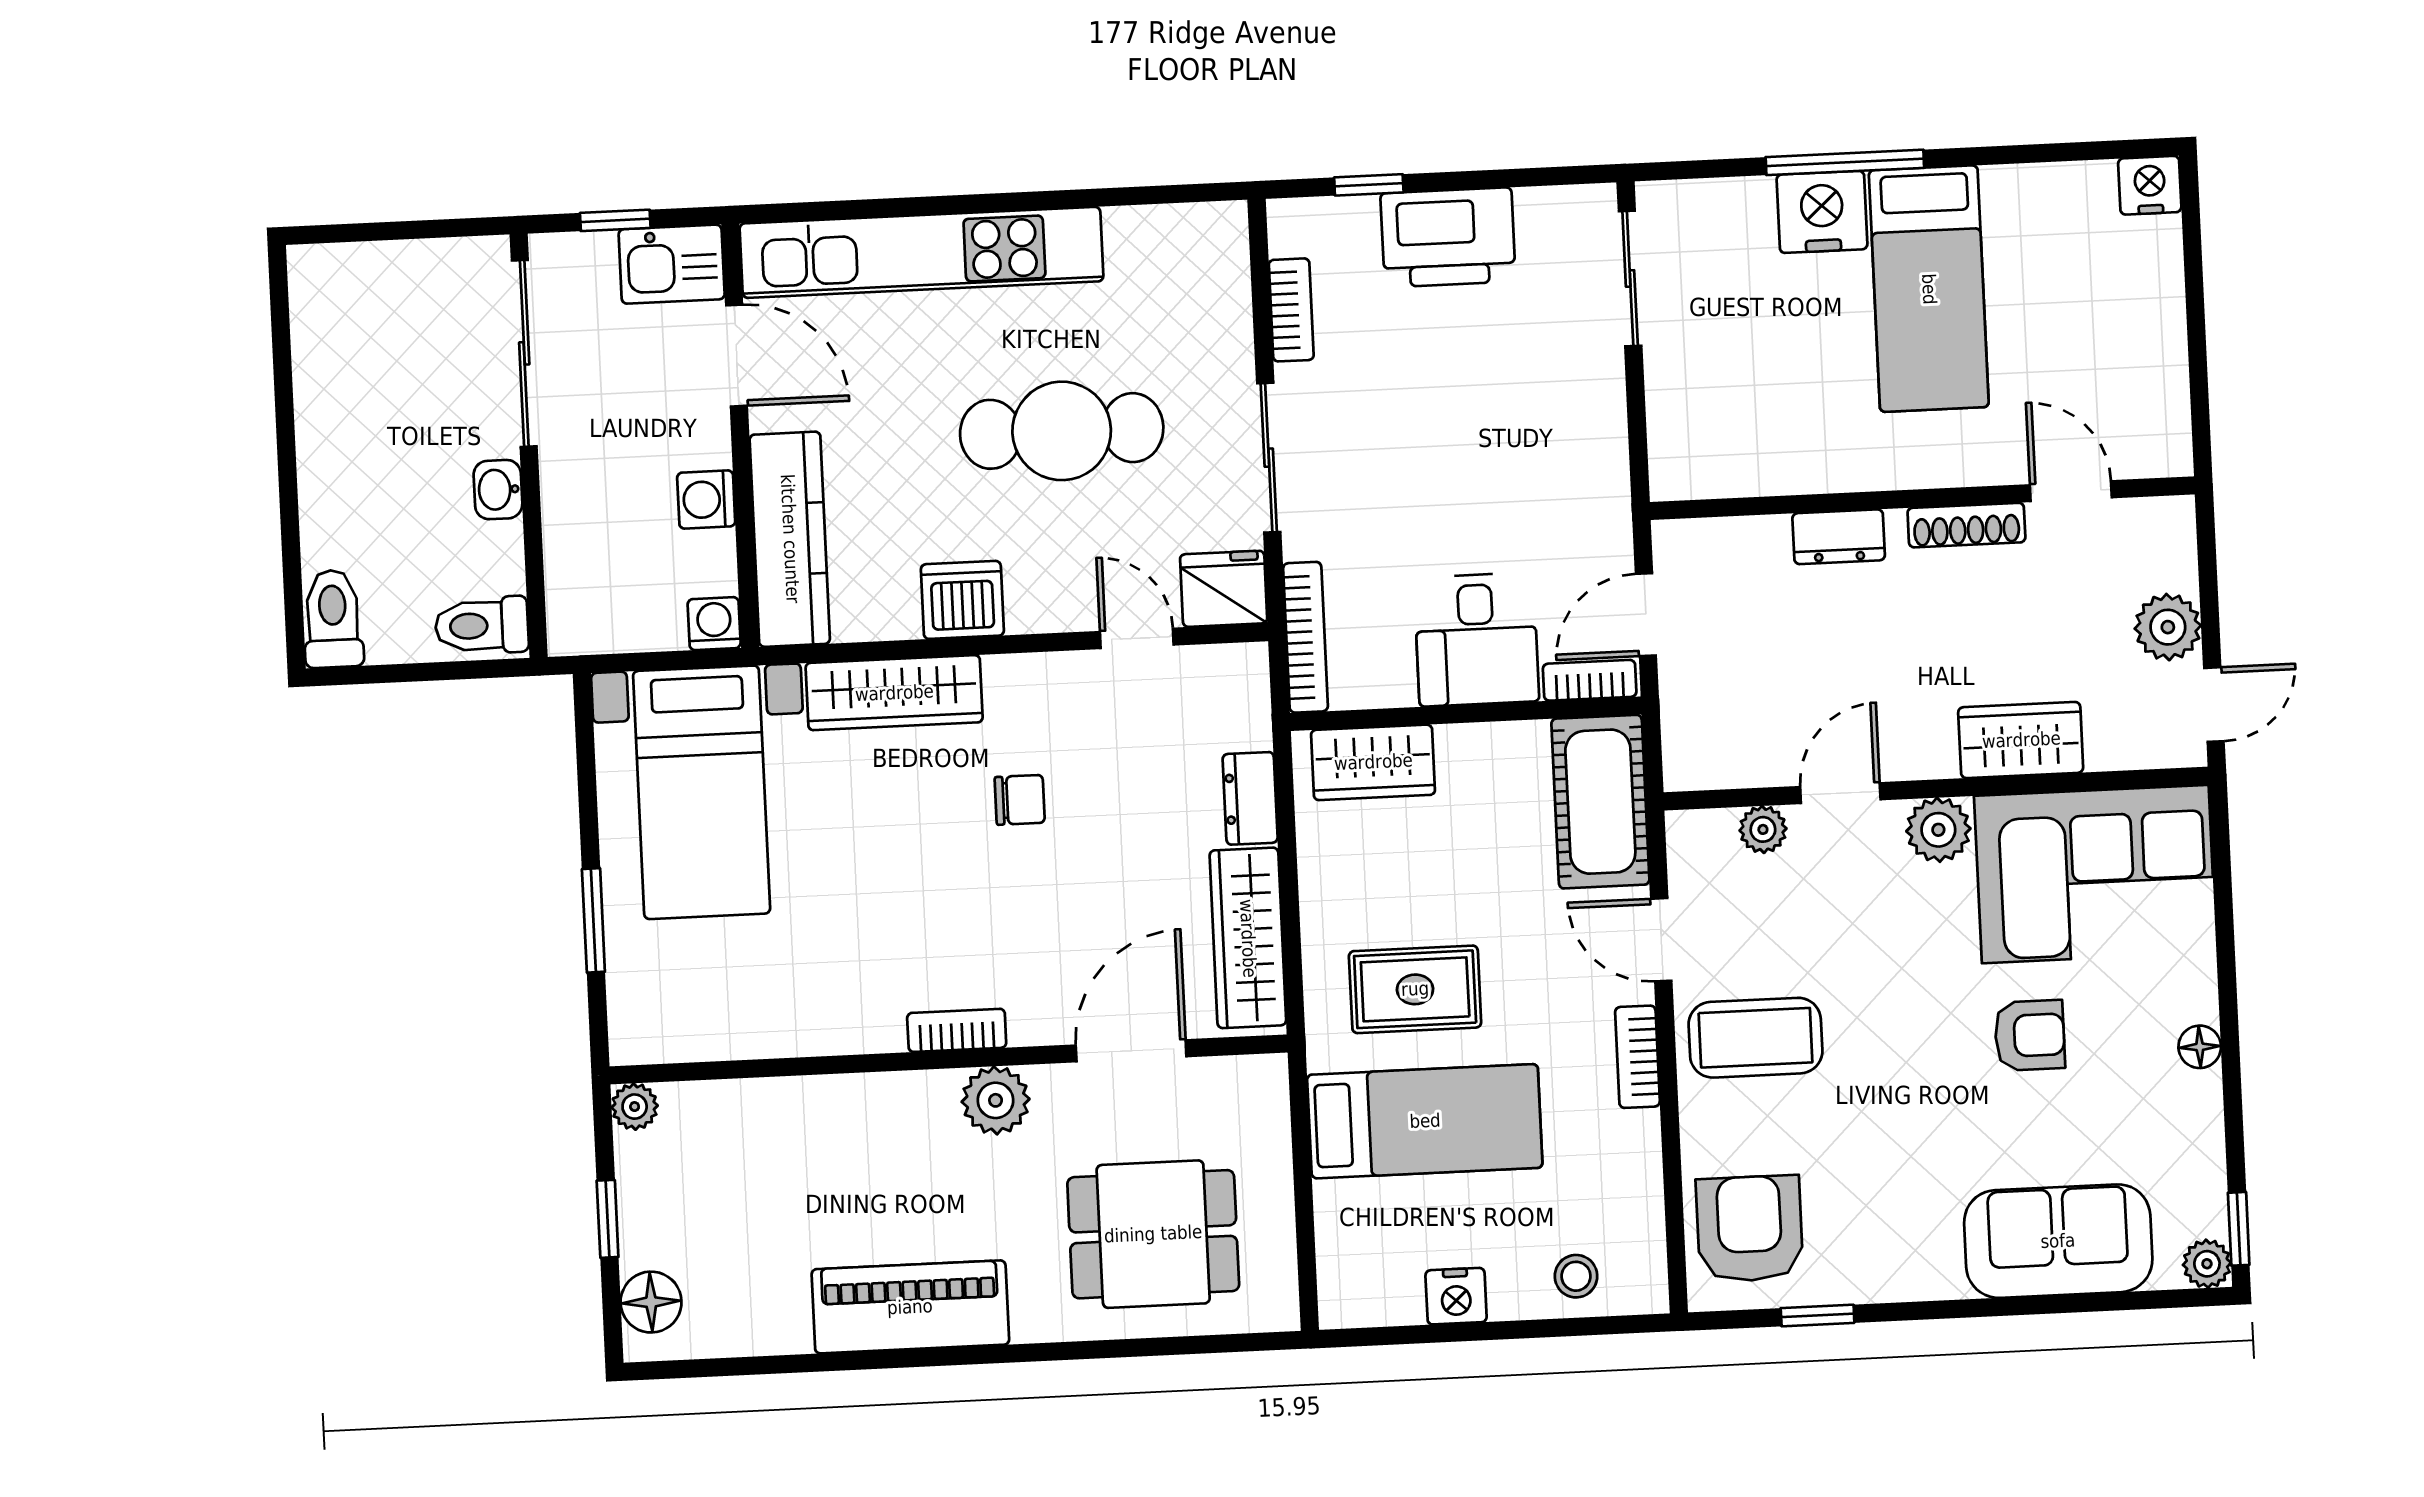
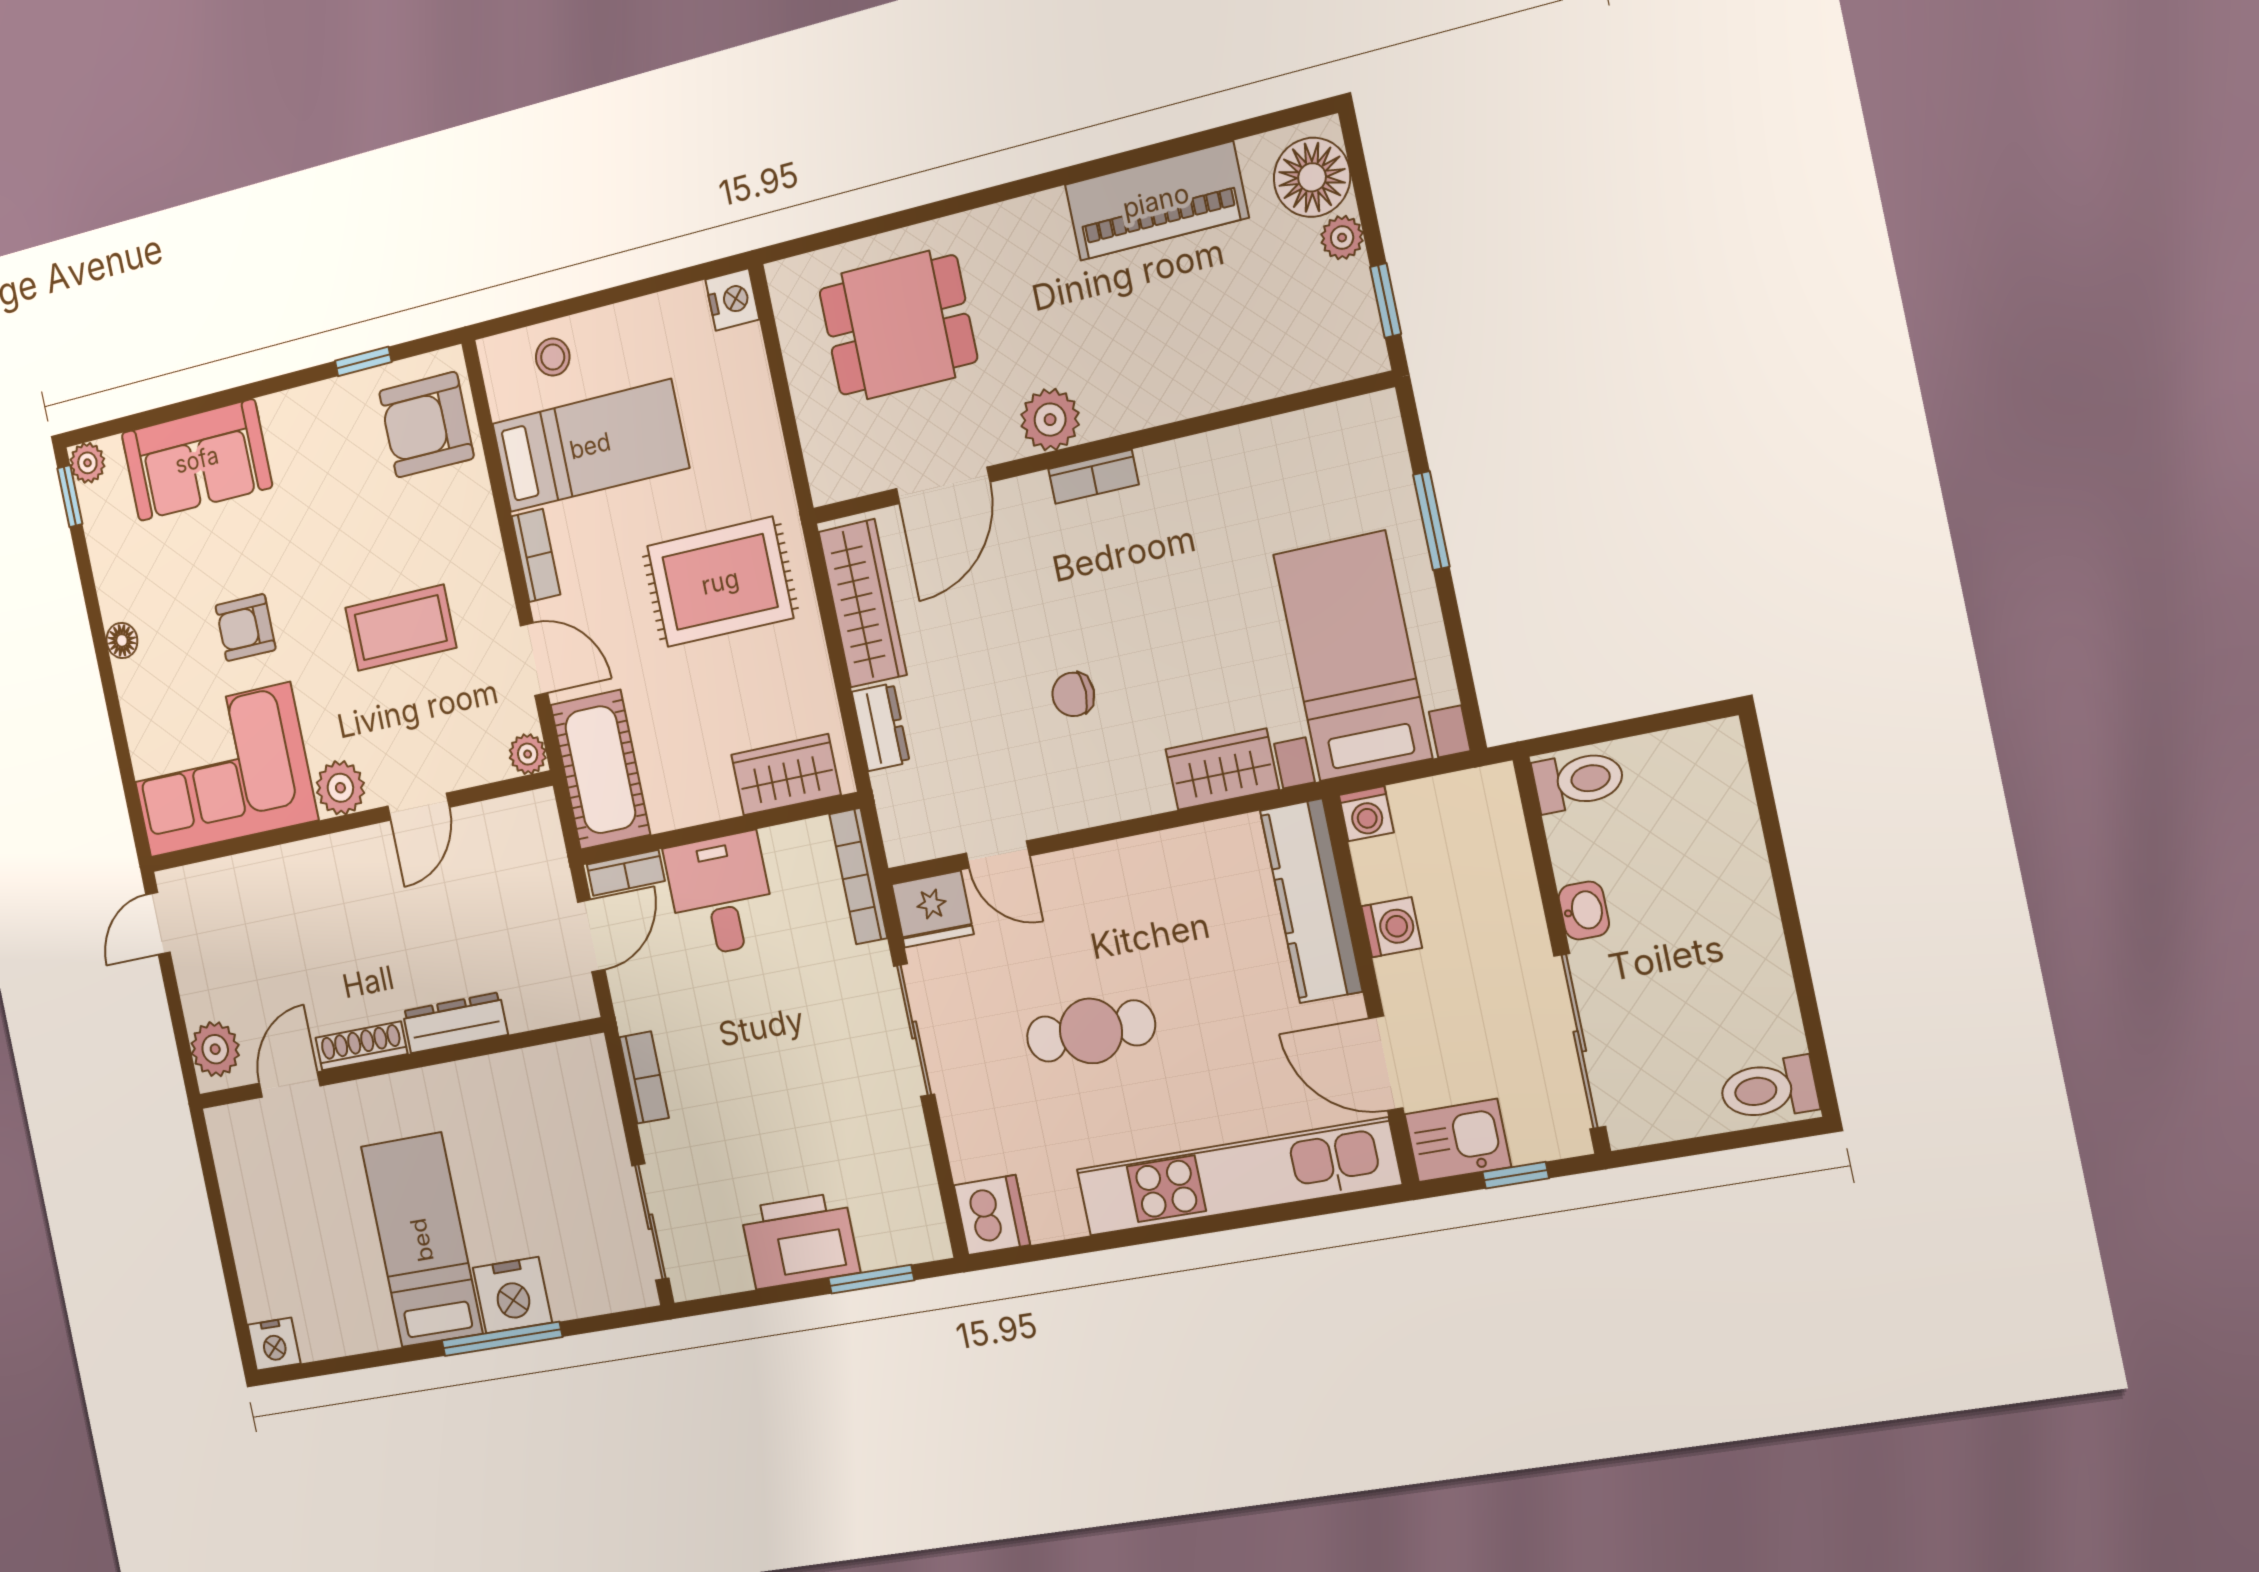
window: (1369, 185) -> (871, 1279), width x1.50
bookcase: (1291, 310) -> (644, 1077), moved, turned 180
cafe table: (1062, 431) -> (1091, 1031), width x0.73, depth x0.74
door: (2071, 491) -> (290, 1085), swing flipped
dresser: (1839, 537) -> (455, 1023), width x1.44
dishwasher: (962, 600) -> (992, 1215), moved, turned -90
toilet: (333, 619) -> (1769, 1089), moved, turned 90
plant: (2168, 627) -> (215, 1049), moved
wardrobe: (894, 693) -> (1222, 769), width x0.67
wardrobe: (2021, 740) -> (292, 873), removed
plant: (1763, 829) -> (528, 754), moved
rug: (1415, 989) -> (720, 582), width x1.36, depth x1.43
coffee table: (1755, 1038) -> (401, 628), moved
plant: (635, 1107) -> (1342, 238), moved
bed: (1425, 1121) -> (590, 446), moved, turned 180
window: (608, 1219) -> (1386, 301), moved
armchair: (1750, 1229) -> (426, 425), turned 90
nightstand: (1456, 1296) -> (732, 299), moved, turned 90
floor lamp: (651, 1302) -> (1312, 177), width x1.38, depth x1.38
piano: (910, 1307) -> (1156, 201), moved

